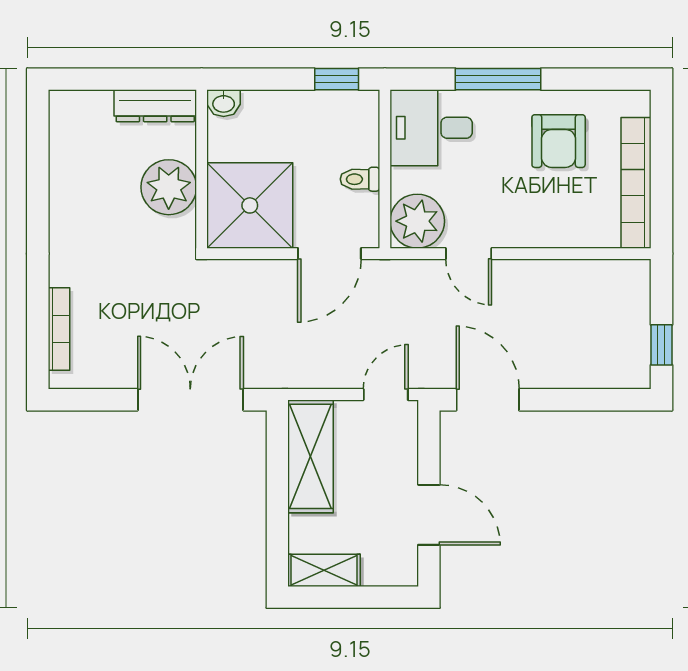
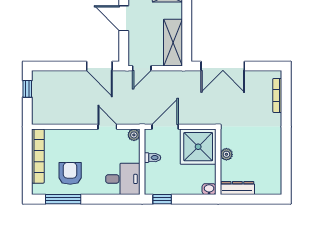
window: (498, 79) -> (63, 199), moved
plant: (169, 187) -> (226, 154), width x0.53, depth x0.53
plant: (417, 221) -> (134, 135), width x0.53, depth x0.53

